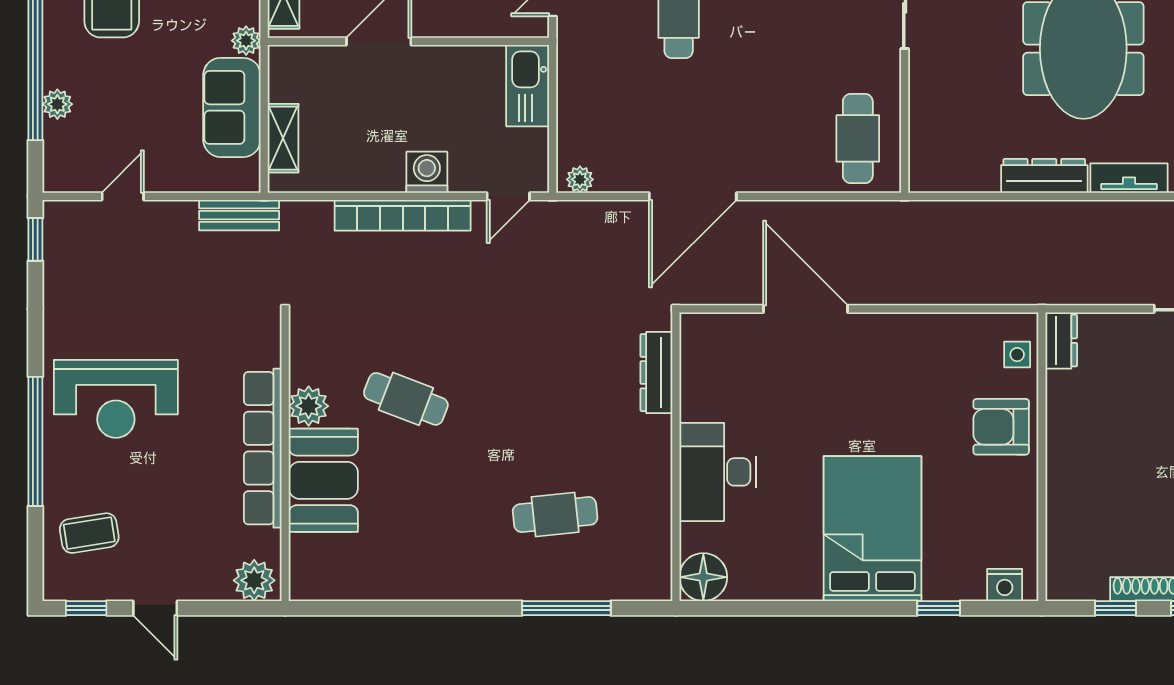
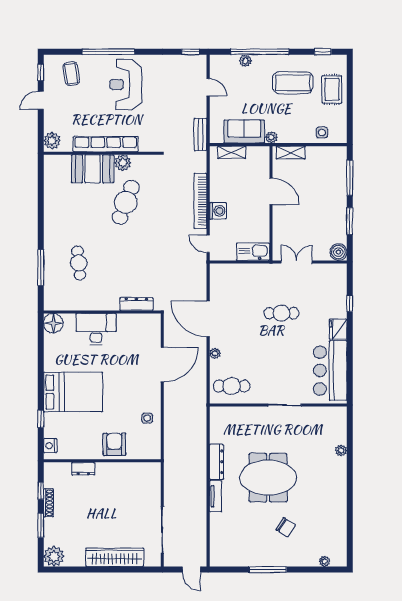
plant: (580, 179) -> (215, 353), moved
dresser: (1061, 341) -> (83, 469), moved
side table: (1017, 355) -> (147, 418), moved
cafe table: (406, 399) -> (126, 202), width x1.37, depth x1.35

